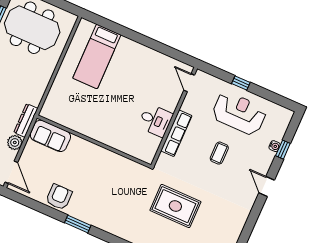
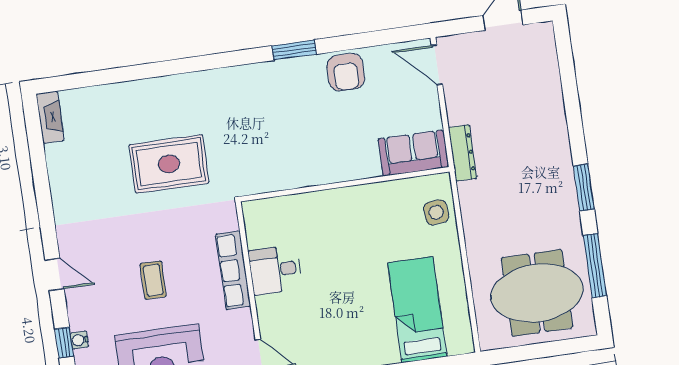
side table: (57, 99) -> (436, 212), added
plant: (15, 142) -> (459, 111), removed

